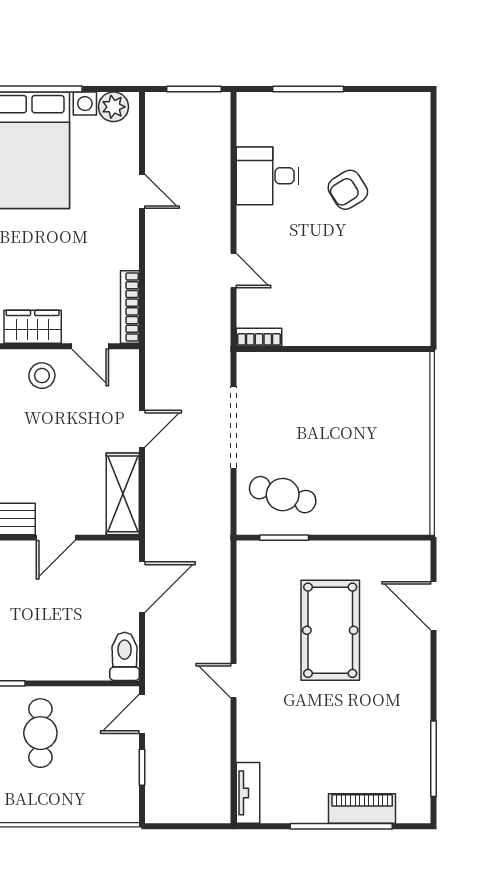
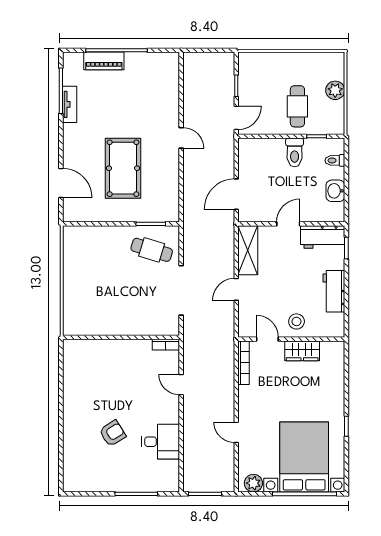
toilet: (125, 656) -> (295, 152), moved
tv unit: (248, 793) -> (70, 104), moved, turned 180

